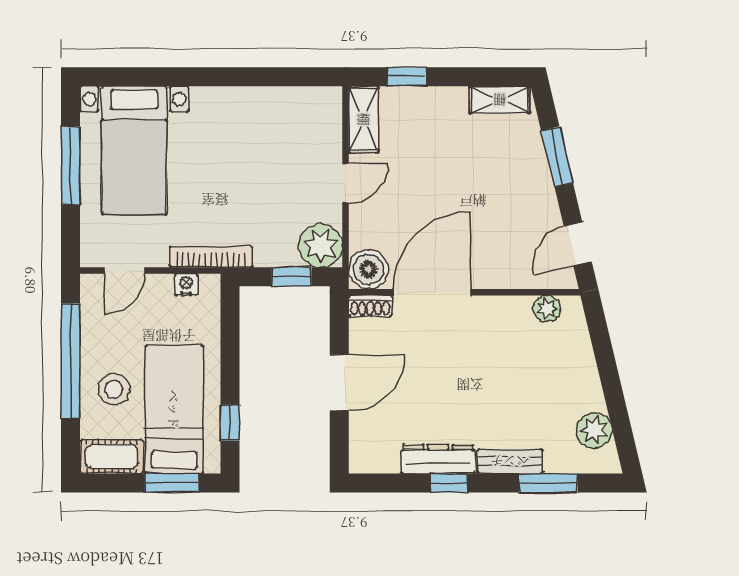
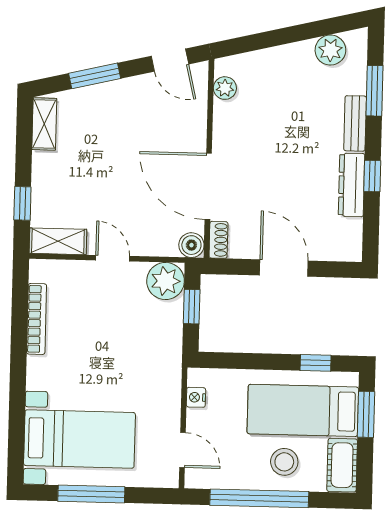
bookcase: (211, 257) -> (37, 319), moved, turned 180
boiler: (369, 269) -> (191, 245), width x0.73, depth x0.73

